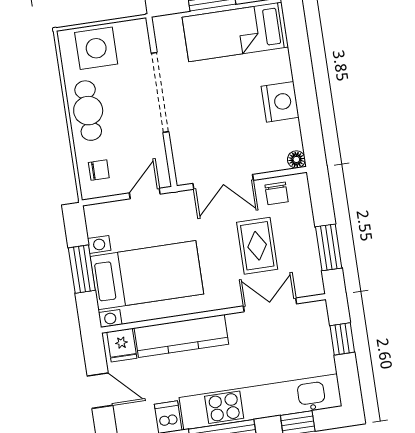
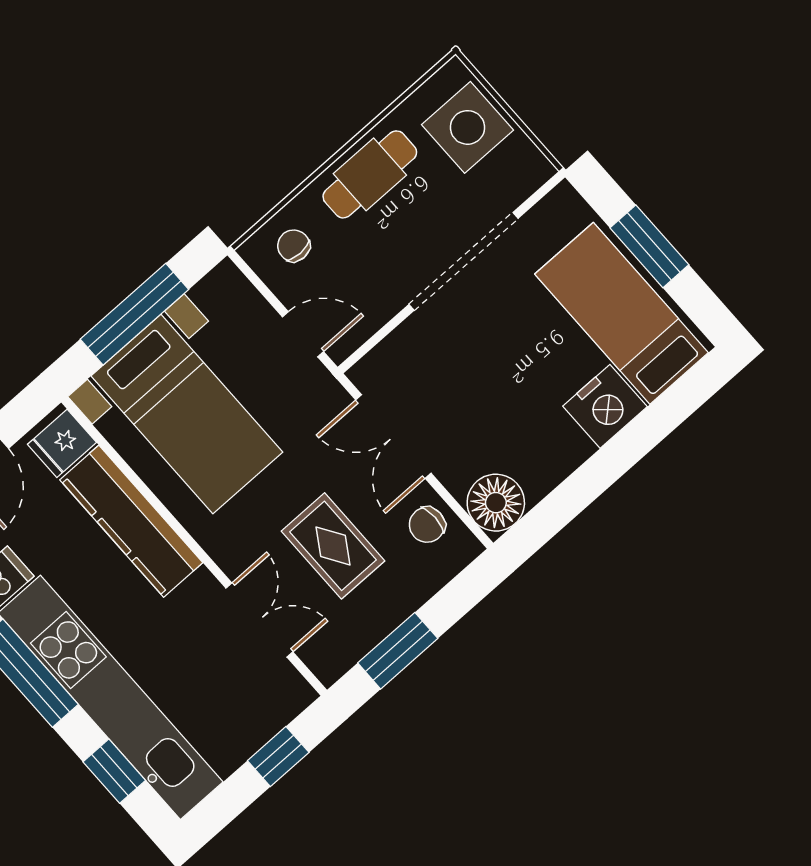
nightstand: (280, 102) -> (605, 406), moved
floor lamp: (296, 159) -> (496, 503), width x1.89, depth x1.89
chair: (99, 170) -> (294, 246), turned 180
rug: (257, 246) -> (333, 546), turned 90
window: (82, 269) -> (134, 314), width x1.44

